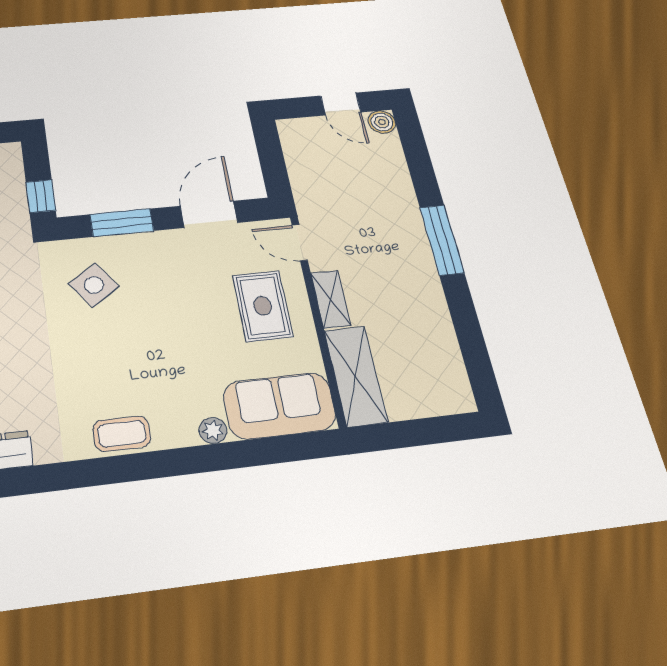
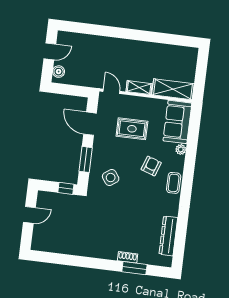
boiler: (382, 122) -> (59, 72), moved
window: (442, 240) -> (124, 33), removed
door: (300, 243) -> (111, 91), swing flipped
rug: (263, 306) -> (132, 129), moved
armchair: (149, 370) -> (151, 166), added

